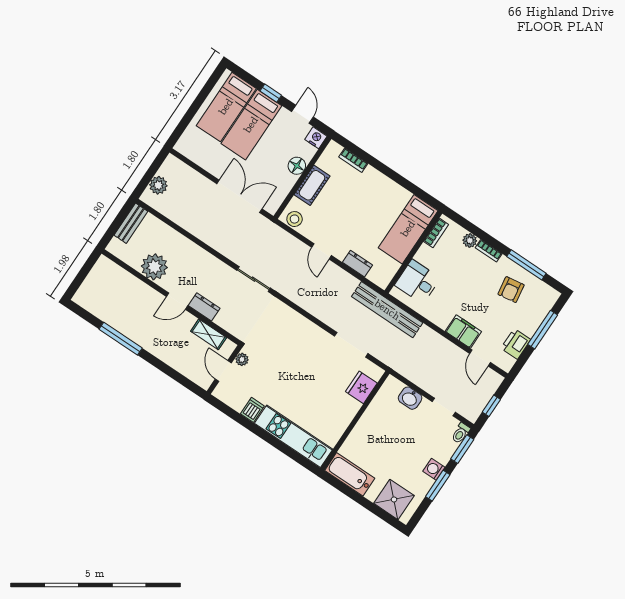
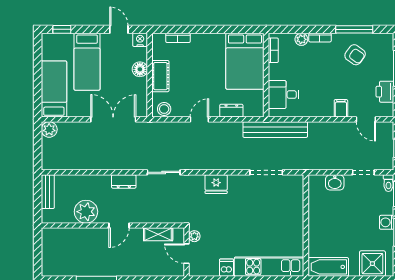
window: (271, 93) -> (62, 29), moved
bed: (226, 107) -> (54, 89), moved, turned 180
plant: (158, 185) -> (49, 129), moved
bed: (408, 229) -> (245, 61), width x1.50
door: (321, 251) -> (199, 119), swing flipped
armchair: (511, 290) -> (355, 55), turned -45
dresser: (204, 307) -> (124, 181), moved, turned 180
filing cabinet: (463, 331) -> (341, 108), width x0.50
fridge: (361, 387) -> (216, 184), moved, turned -90

